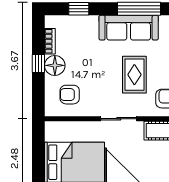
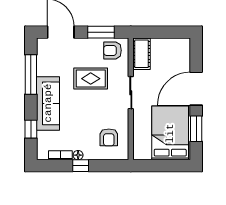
sofa: (129, 28) -> (48, 103), moved
floor lamp: (55, 65) -> (78, 155), width x0.53, depth x0.53

